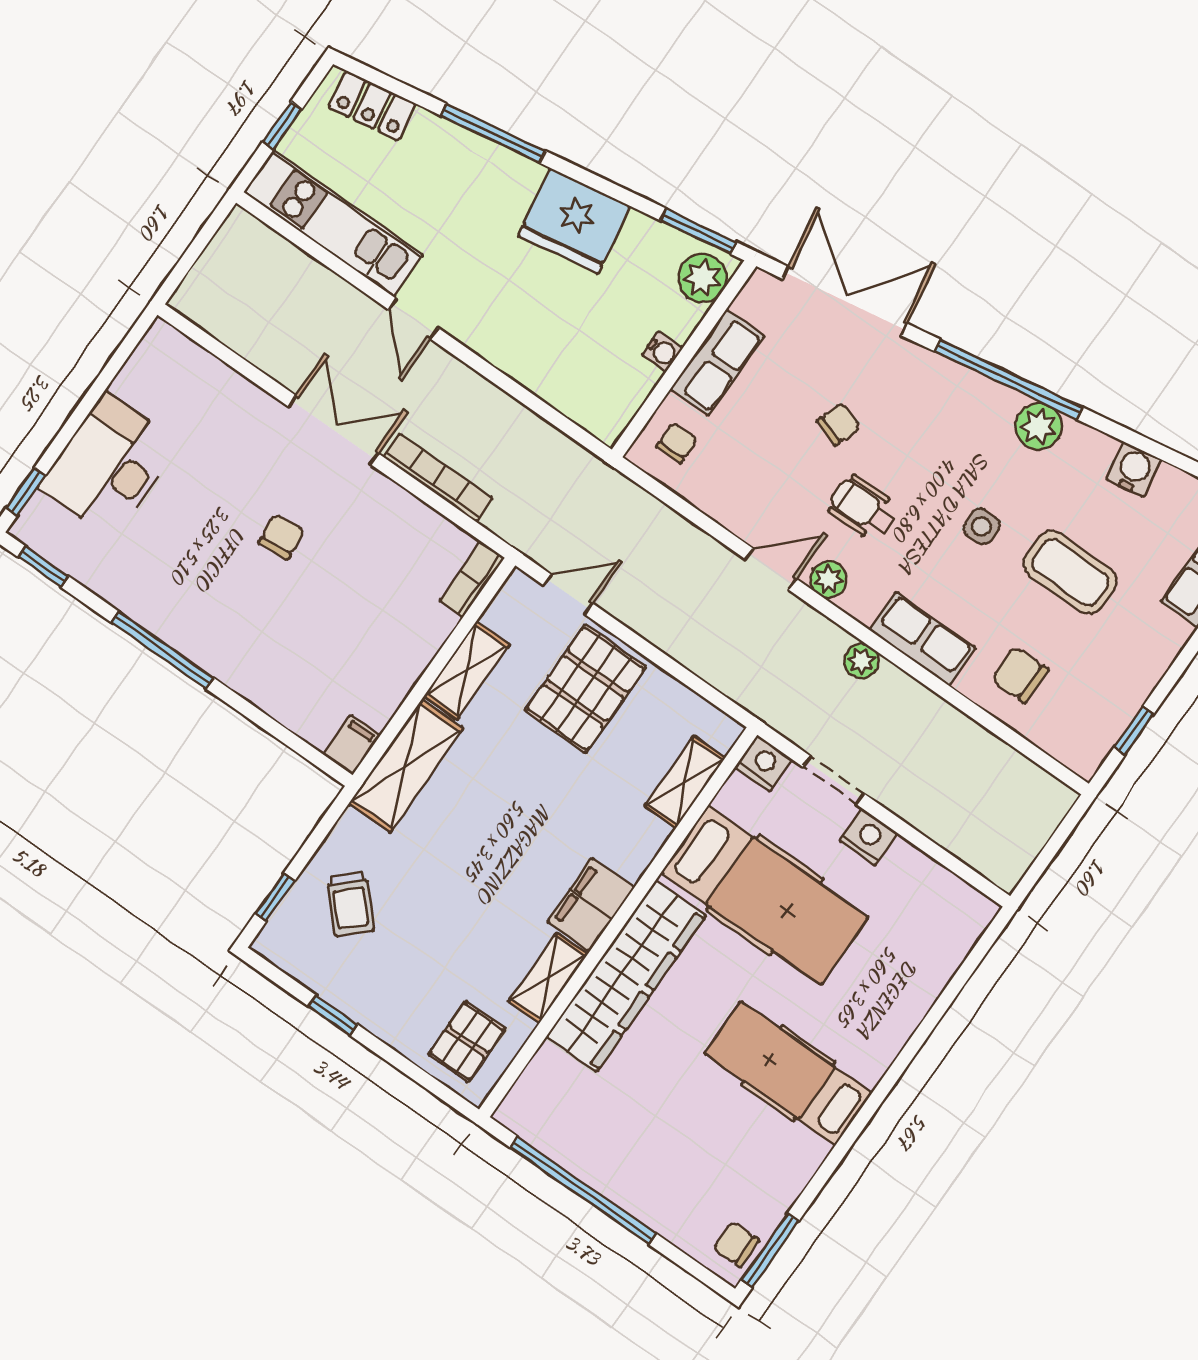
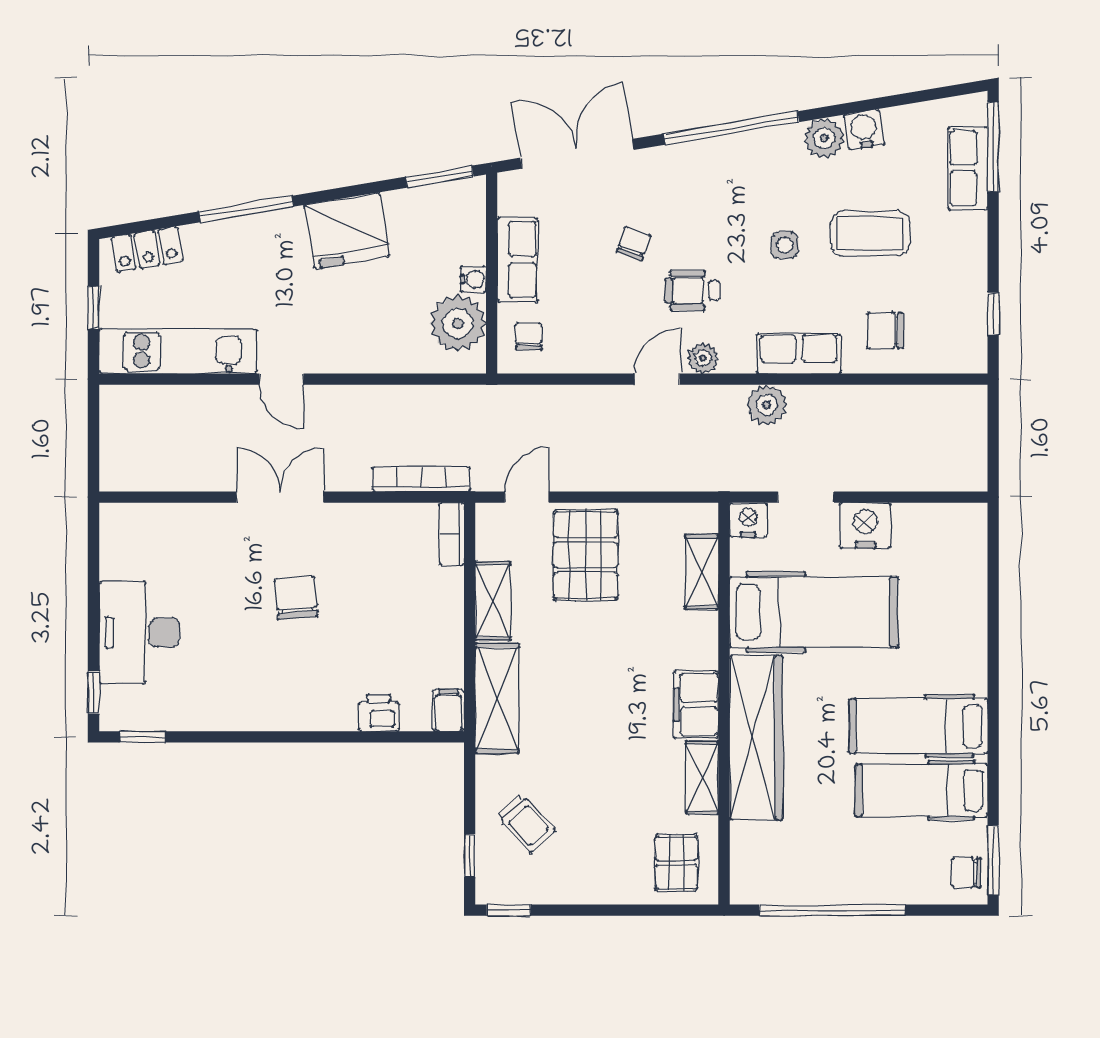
plant: (703, 278) -> (458, 323), moved, width x1.36, depth x1.36
plant: (1039, 426) -> (824, 138), moved
bookcase: (438, 478) -> (421, 479), moved
chair: (282, 537) -> (296, 598), width x1.37, depth x1.37
window: (162, 650) -> (268, 737), removed
plant: (861, 661) -> (767, 405), width x1.38, depth x1.38
printer: (283, 701) -> (379, 713), added
nightstand: (869, 837) -> (865, 526), width x1.36, depth x1.33
window: (333, 1015) -> (509, 910), moved
hospital bed: (748, 1136) -> (922, 790), added

